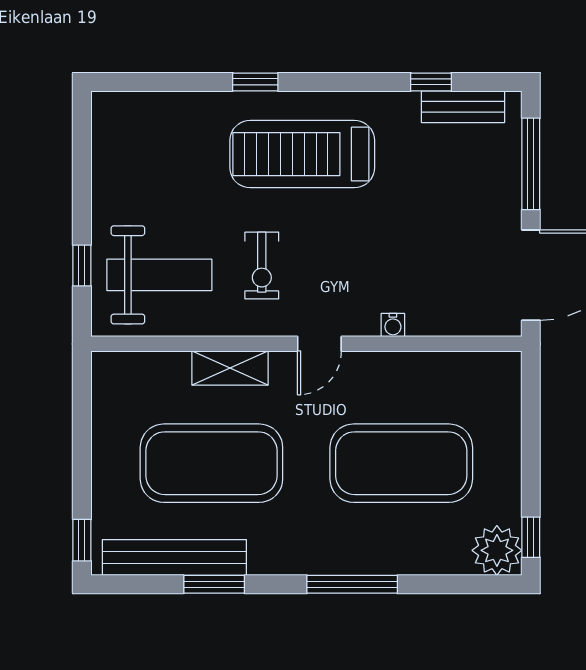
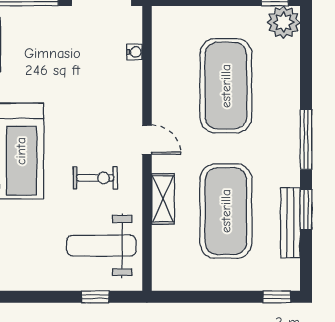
weight bench: (159, 275) -> (101, 246), turned -90
water cooler: (393, 325) -> (135, 52), moved
bench: (174, 557) -> (290, 223), width x0.73, depth x0.82
window: (352, 584) -> (306, 139), moved

